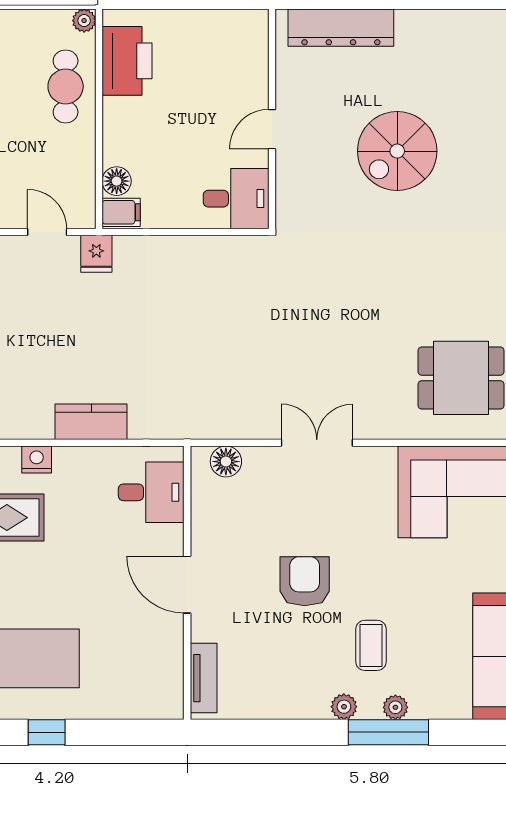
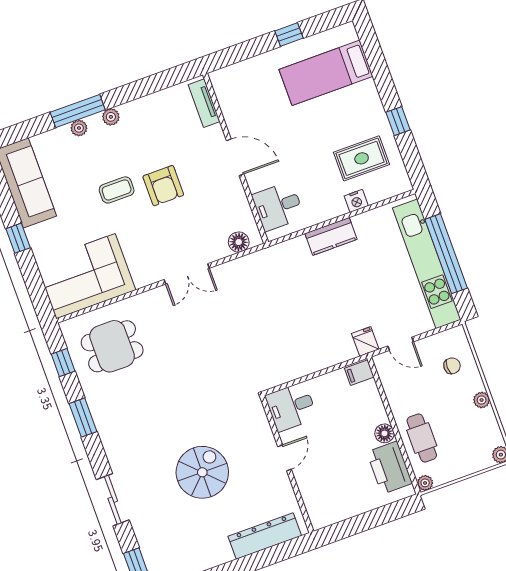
floor lamp: (117, 181) -> (384, 433), moved
coffee table: (371, 645) -> (117, 190), moved, turned 90

